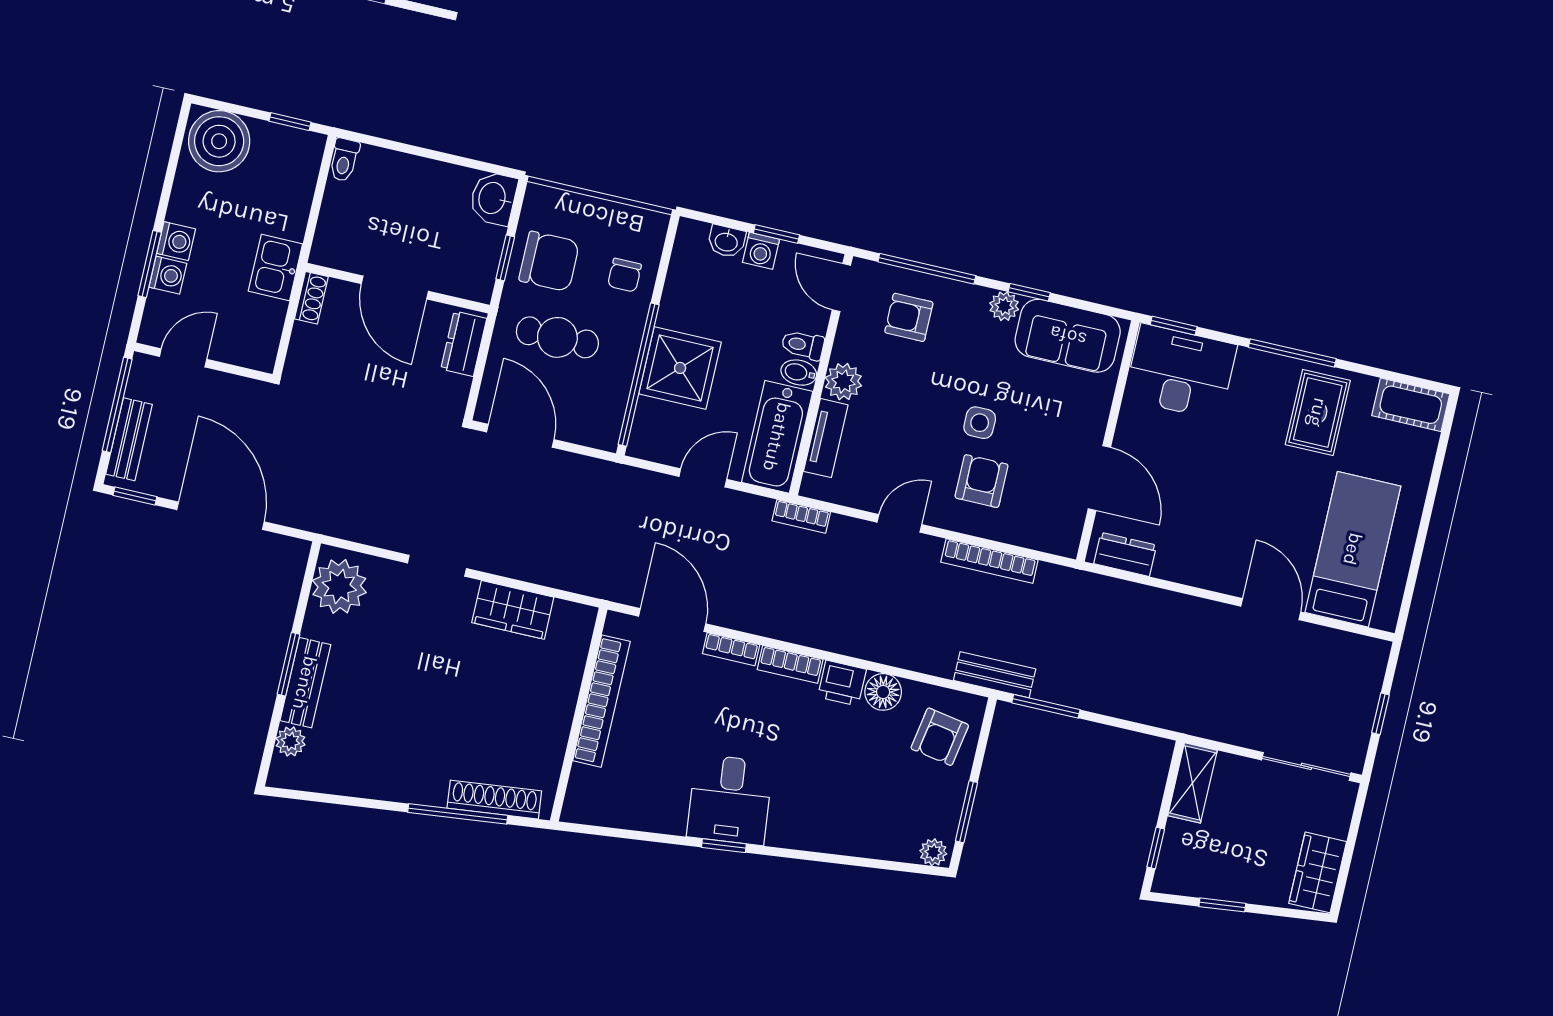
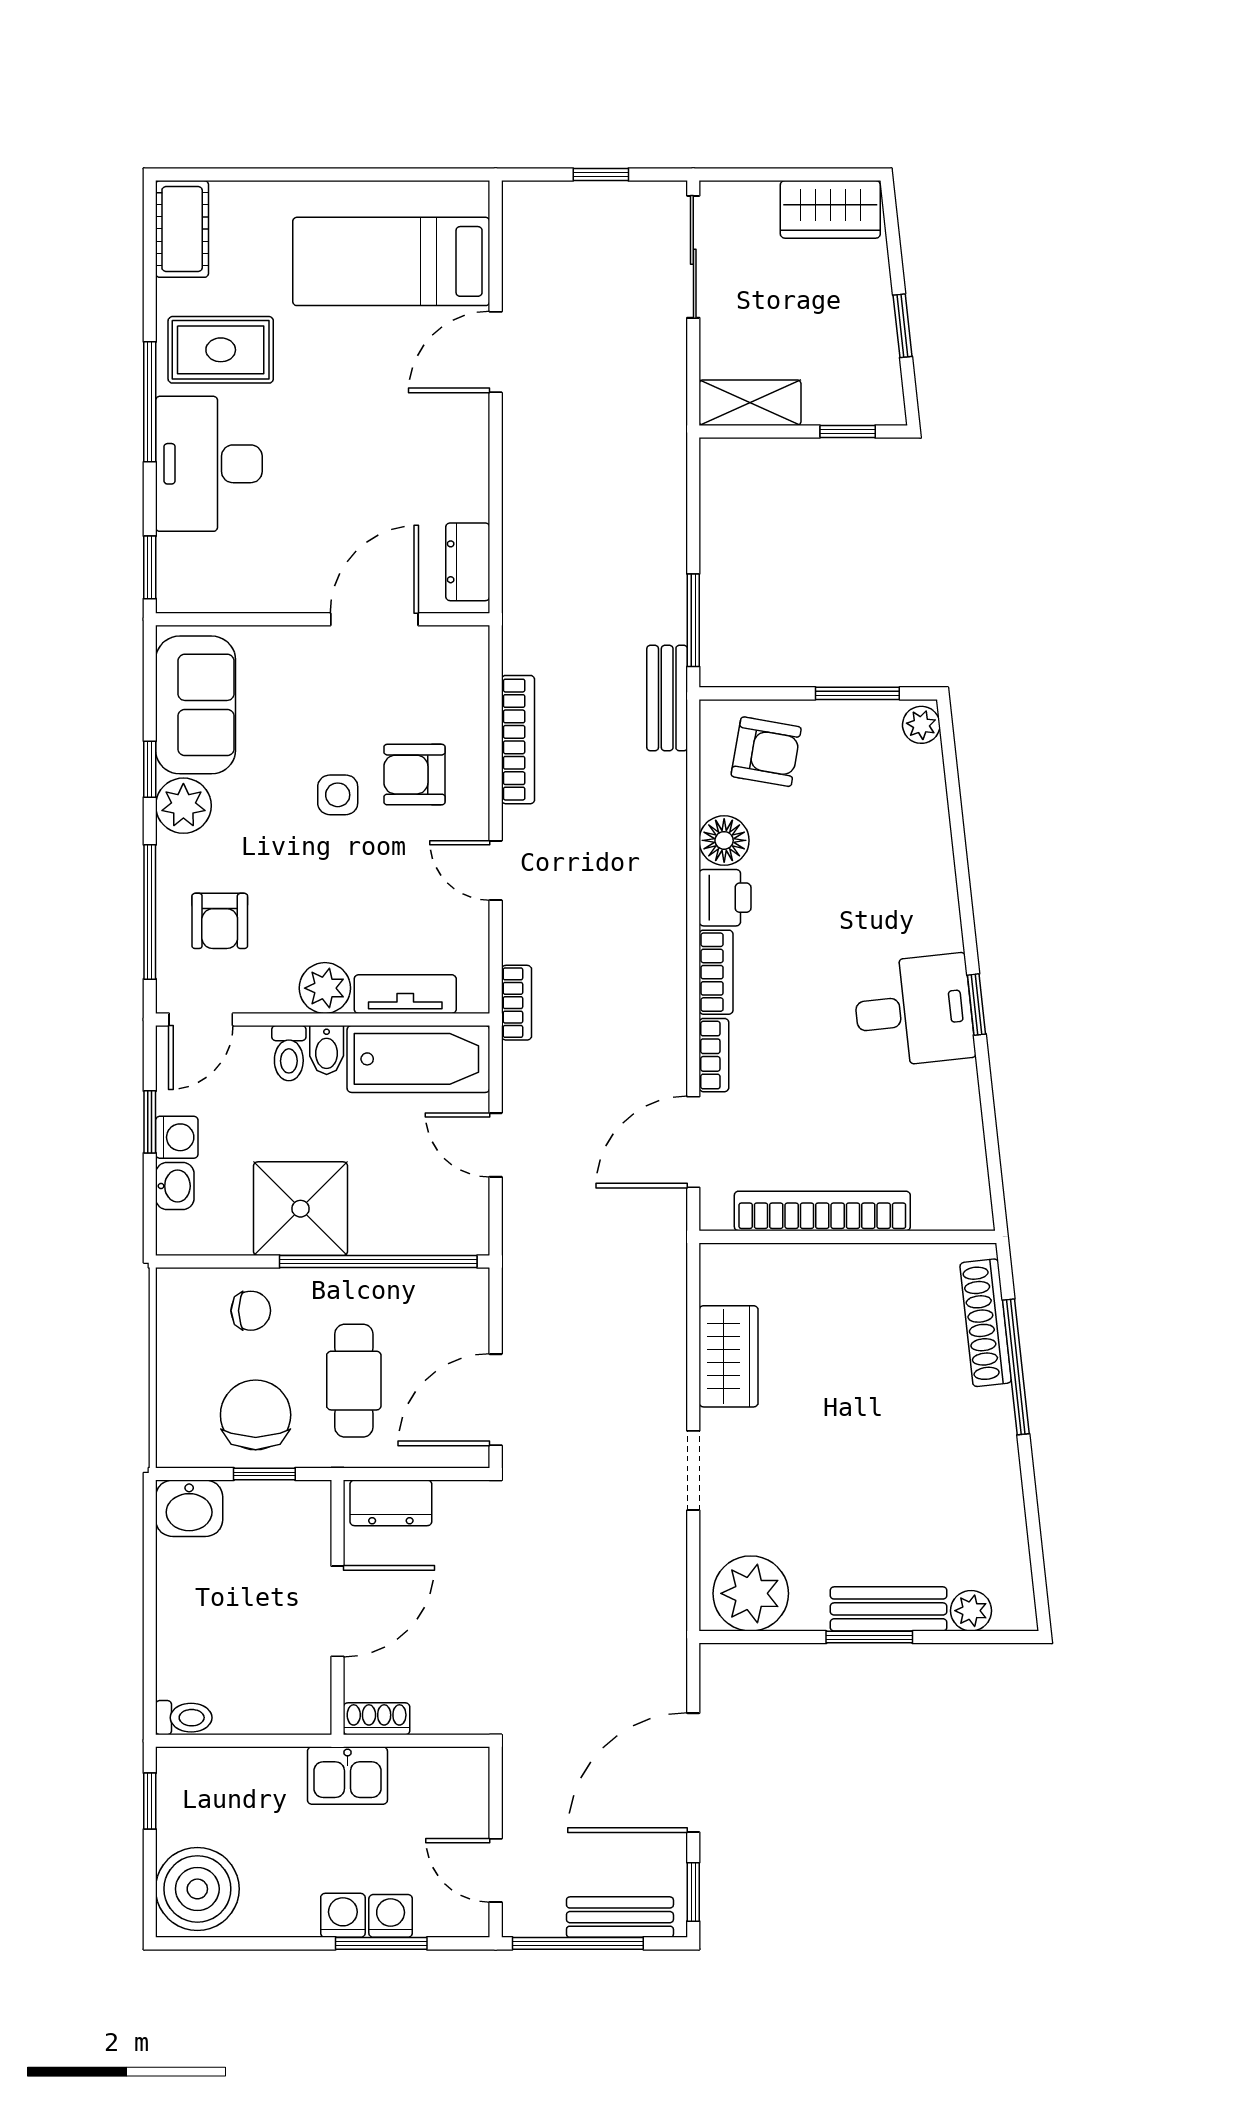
plant: (1004, 306) -> (183, 806), width x1.38, depth x1.38
shower: (680, 368) -> (301, 1209), moved
desk: (1181, 372) -> (209, 464), moved

